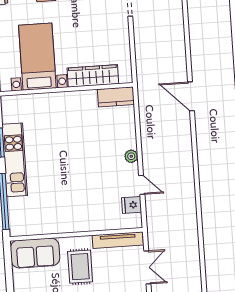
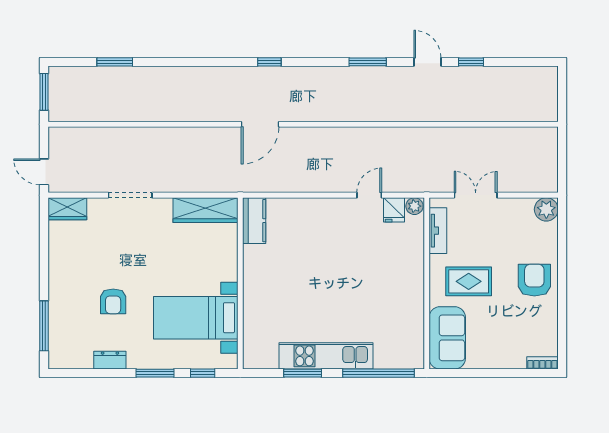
wardrobe: (93, 76) -> (205, 210), moved, turned -90
plant: (131, 156) -> (414, 206), moved
tv unit: (118, 240) -> (438, 231), width x0.71

